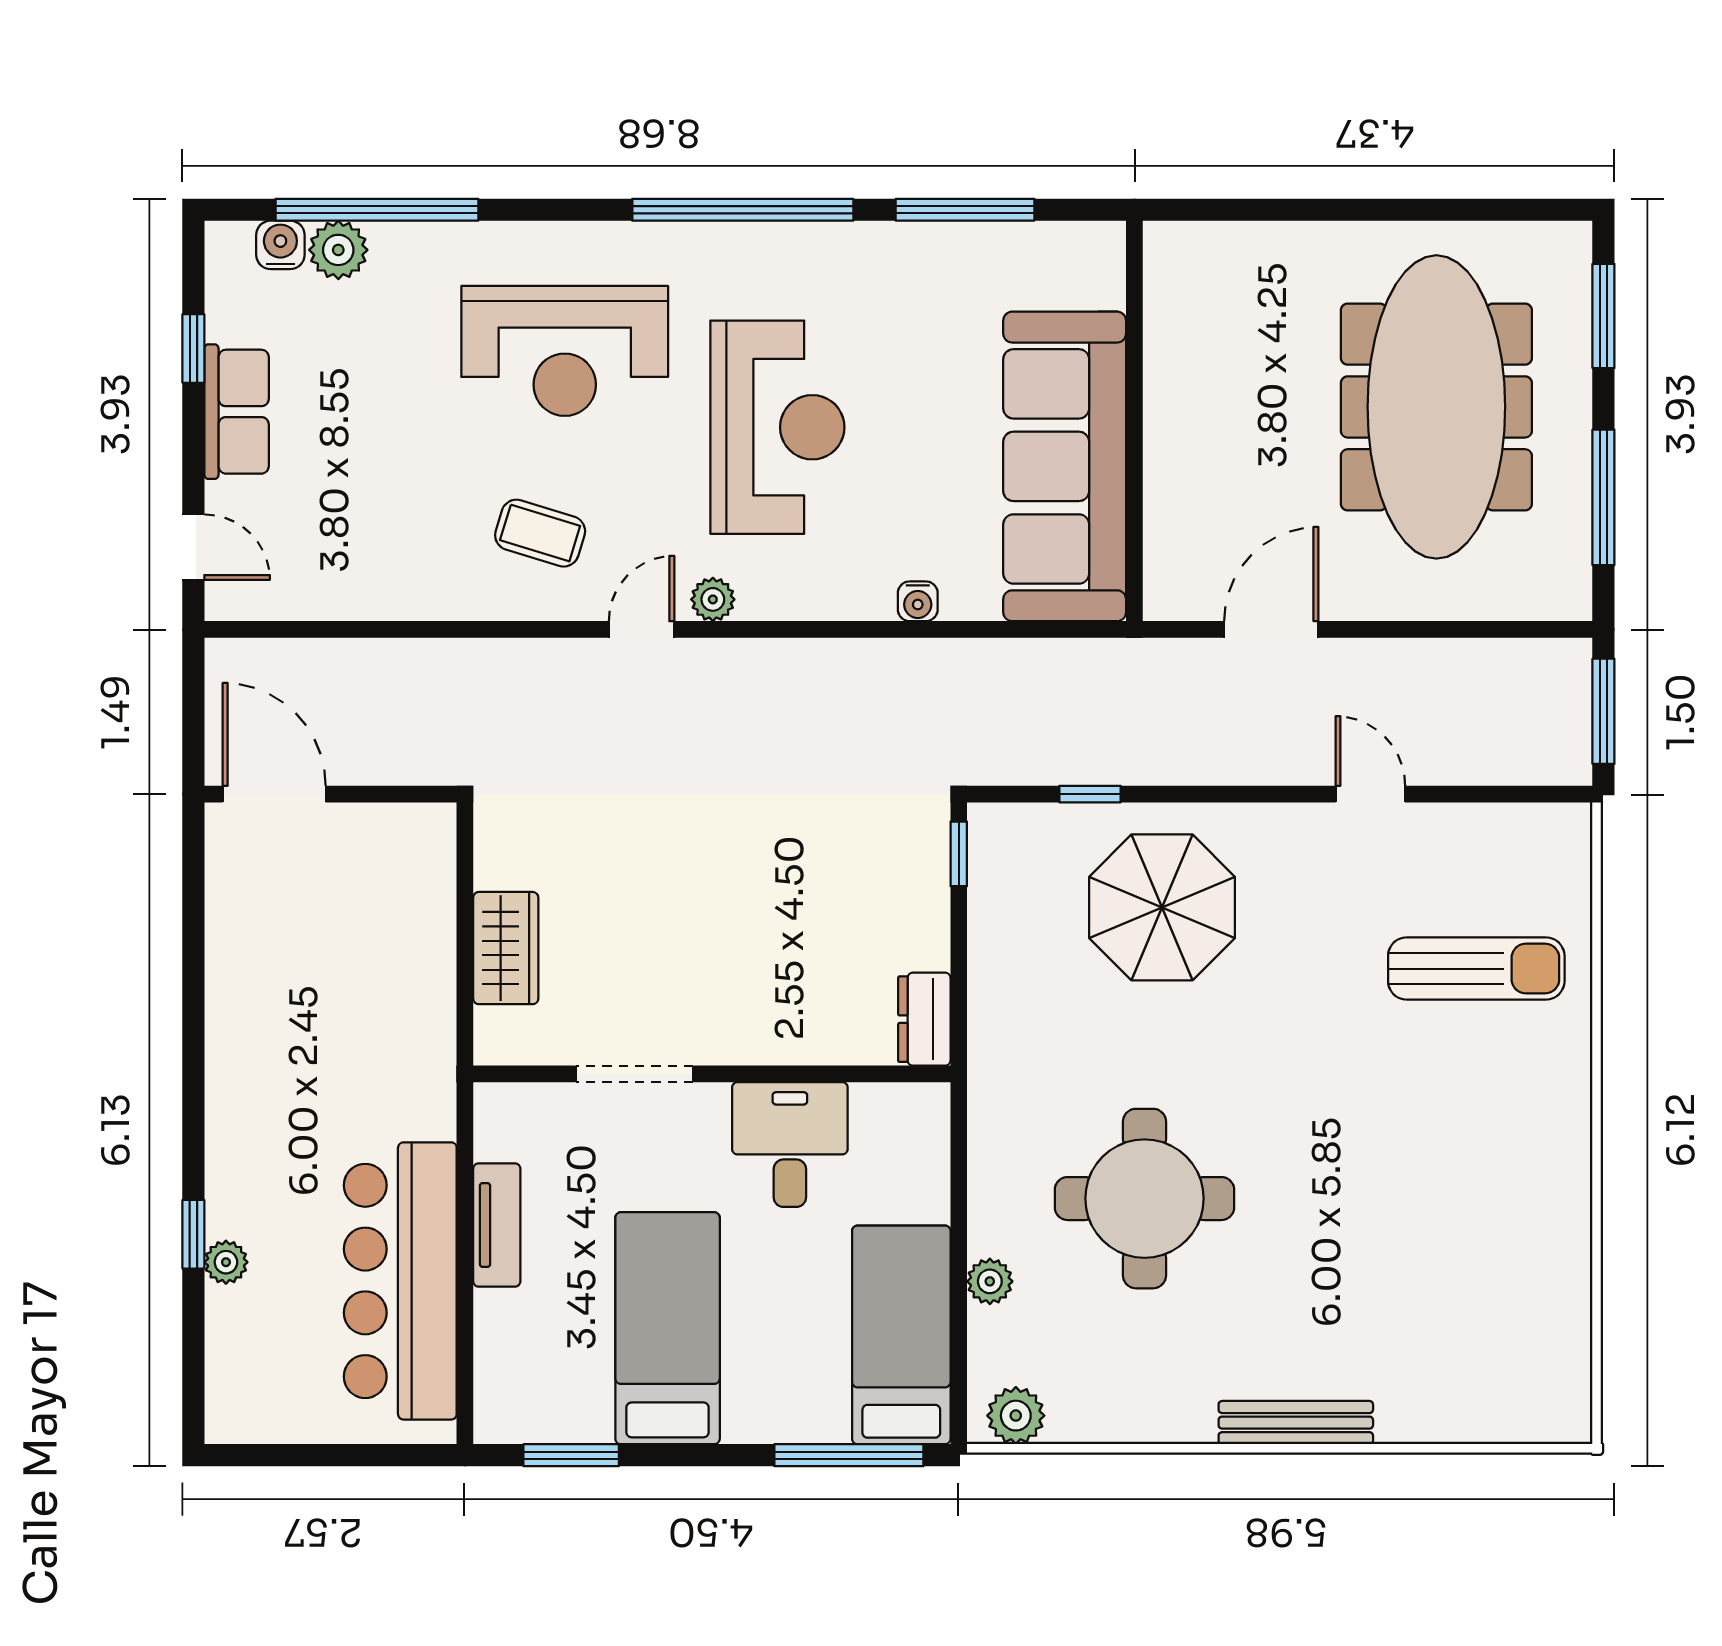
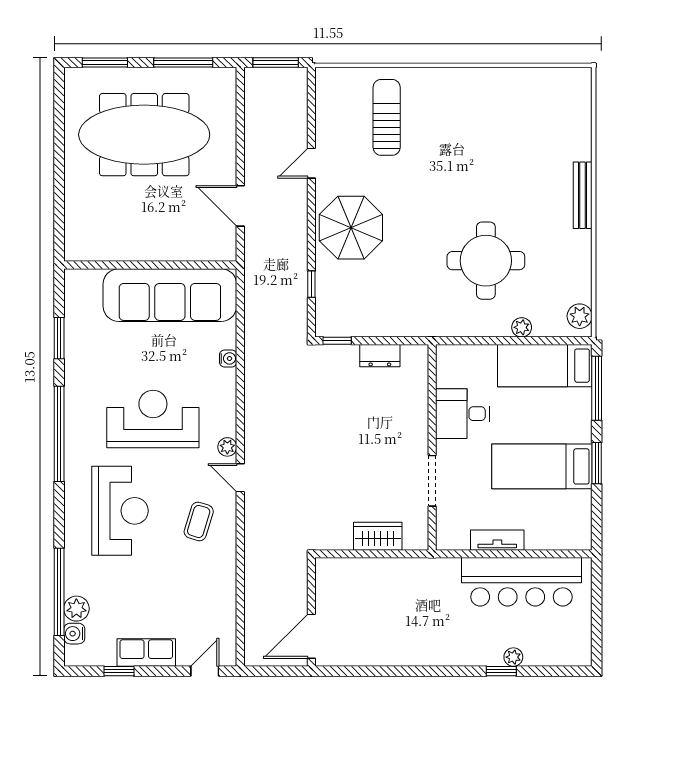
window: (965, 210) -> (59, 338), width x0.69
parasol: (1162, 907) -> (351, 228), moved
dresser: (924, 1019) -> (380, 356), moved
window: (571, 1455) -> (597, 463), moved

